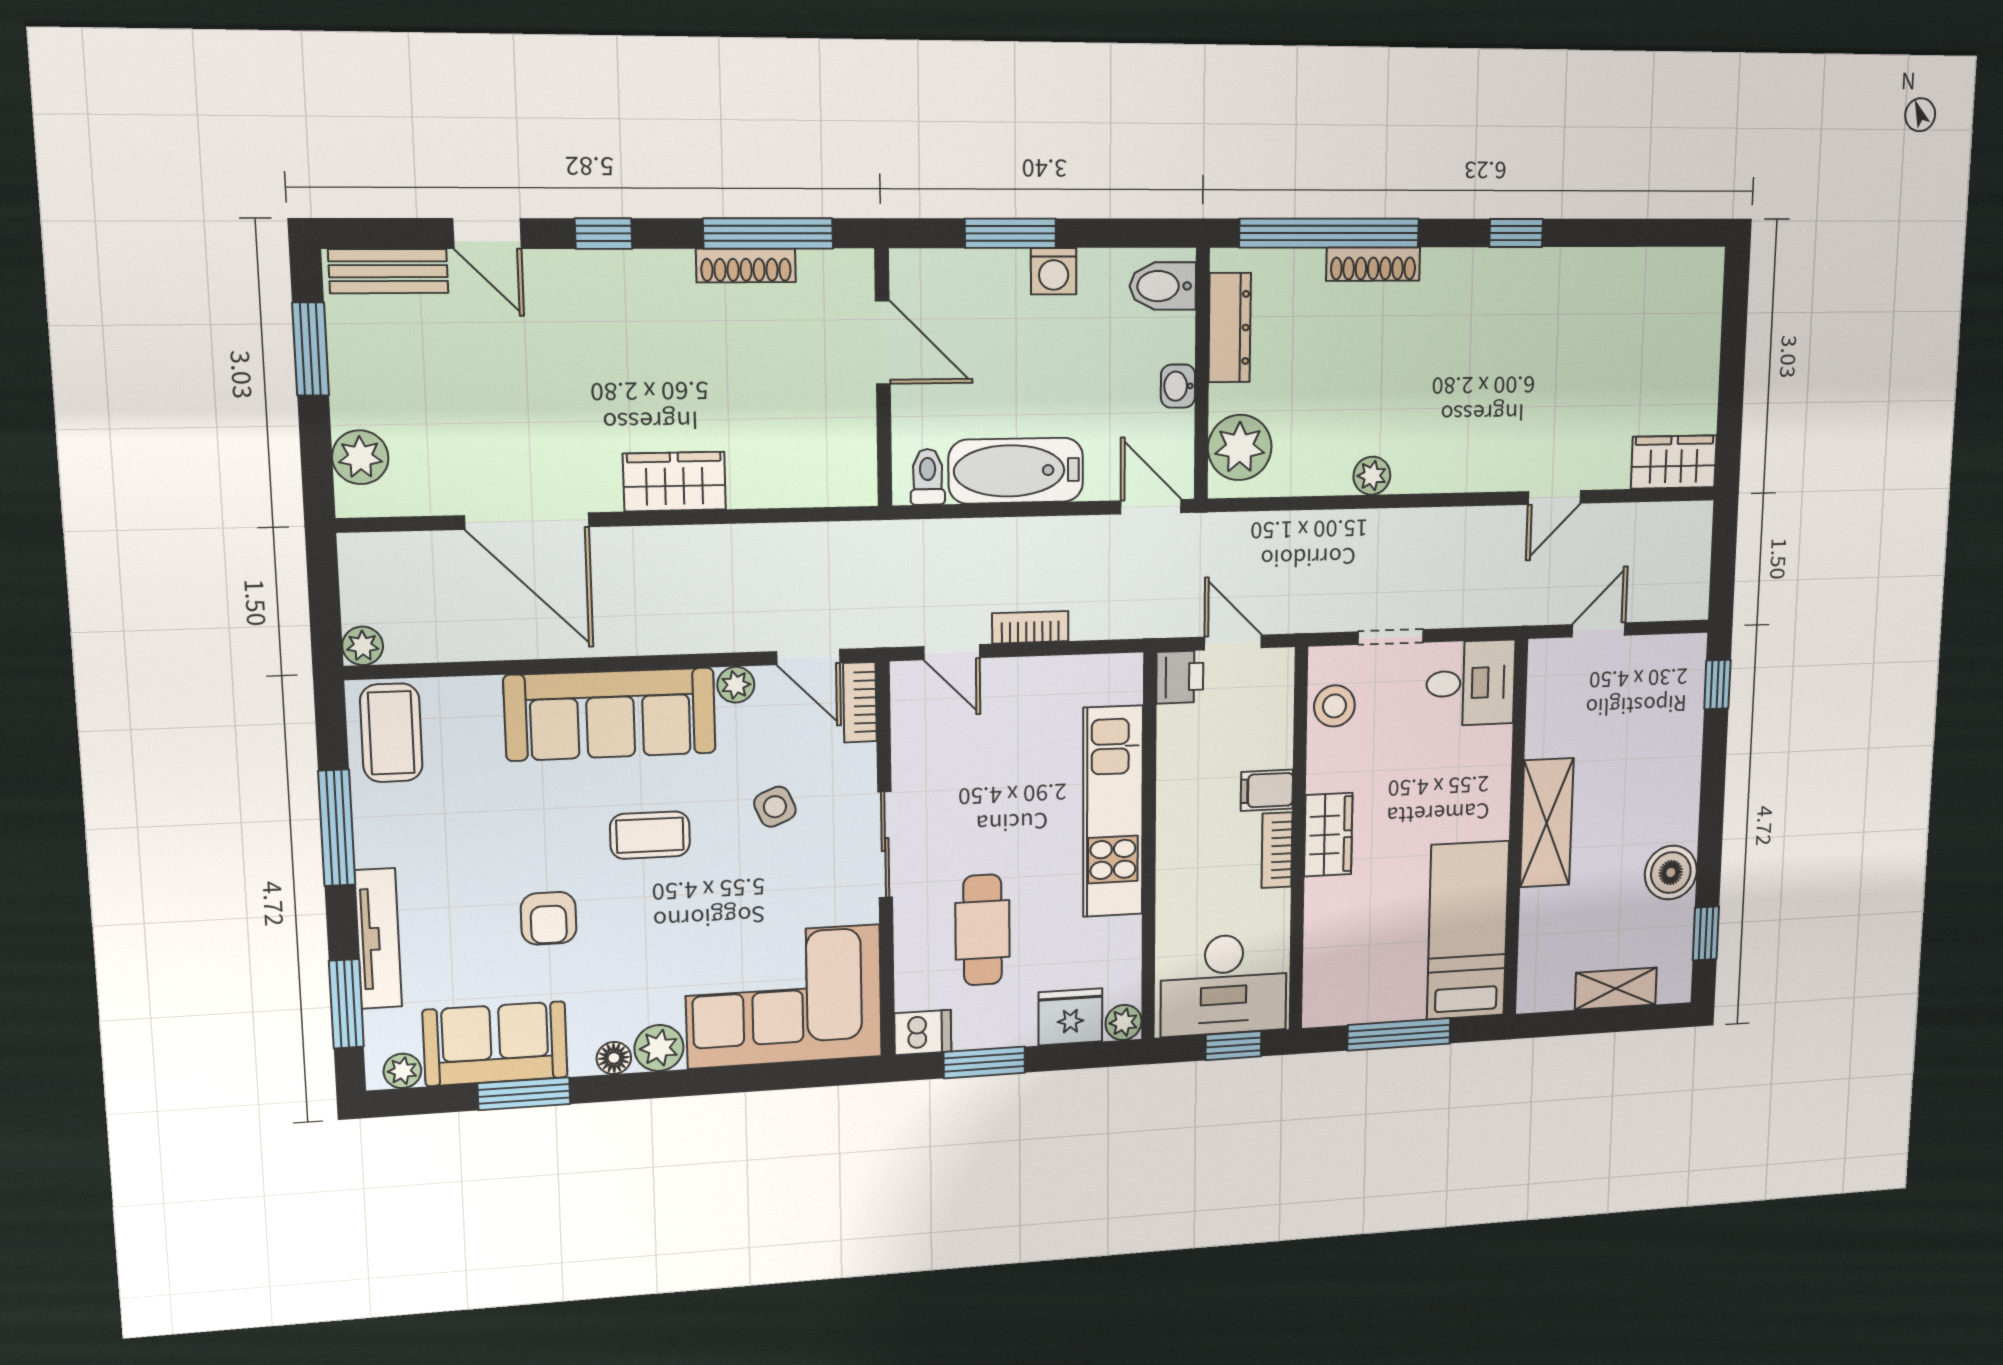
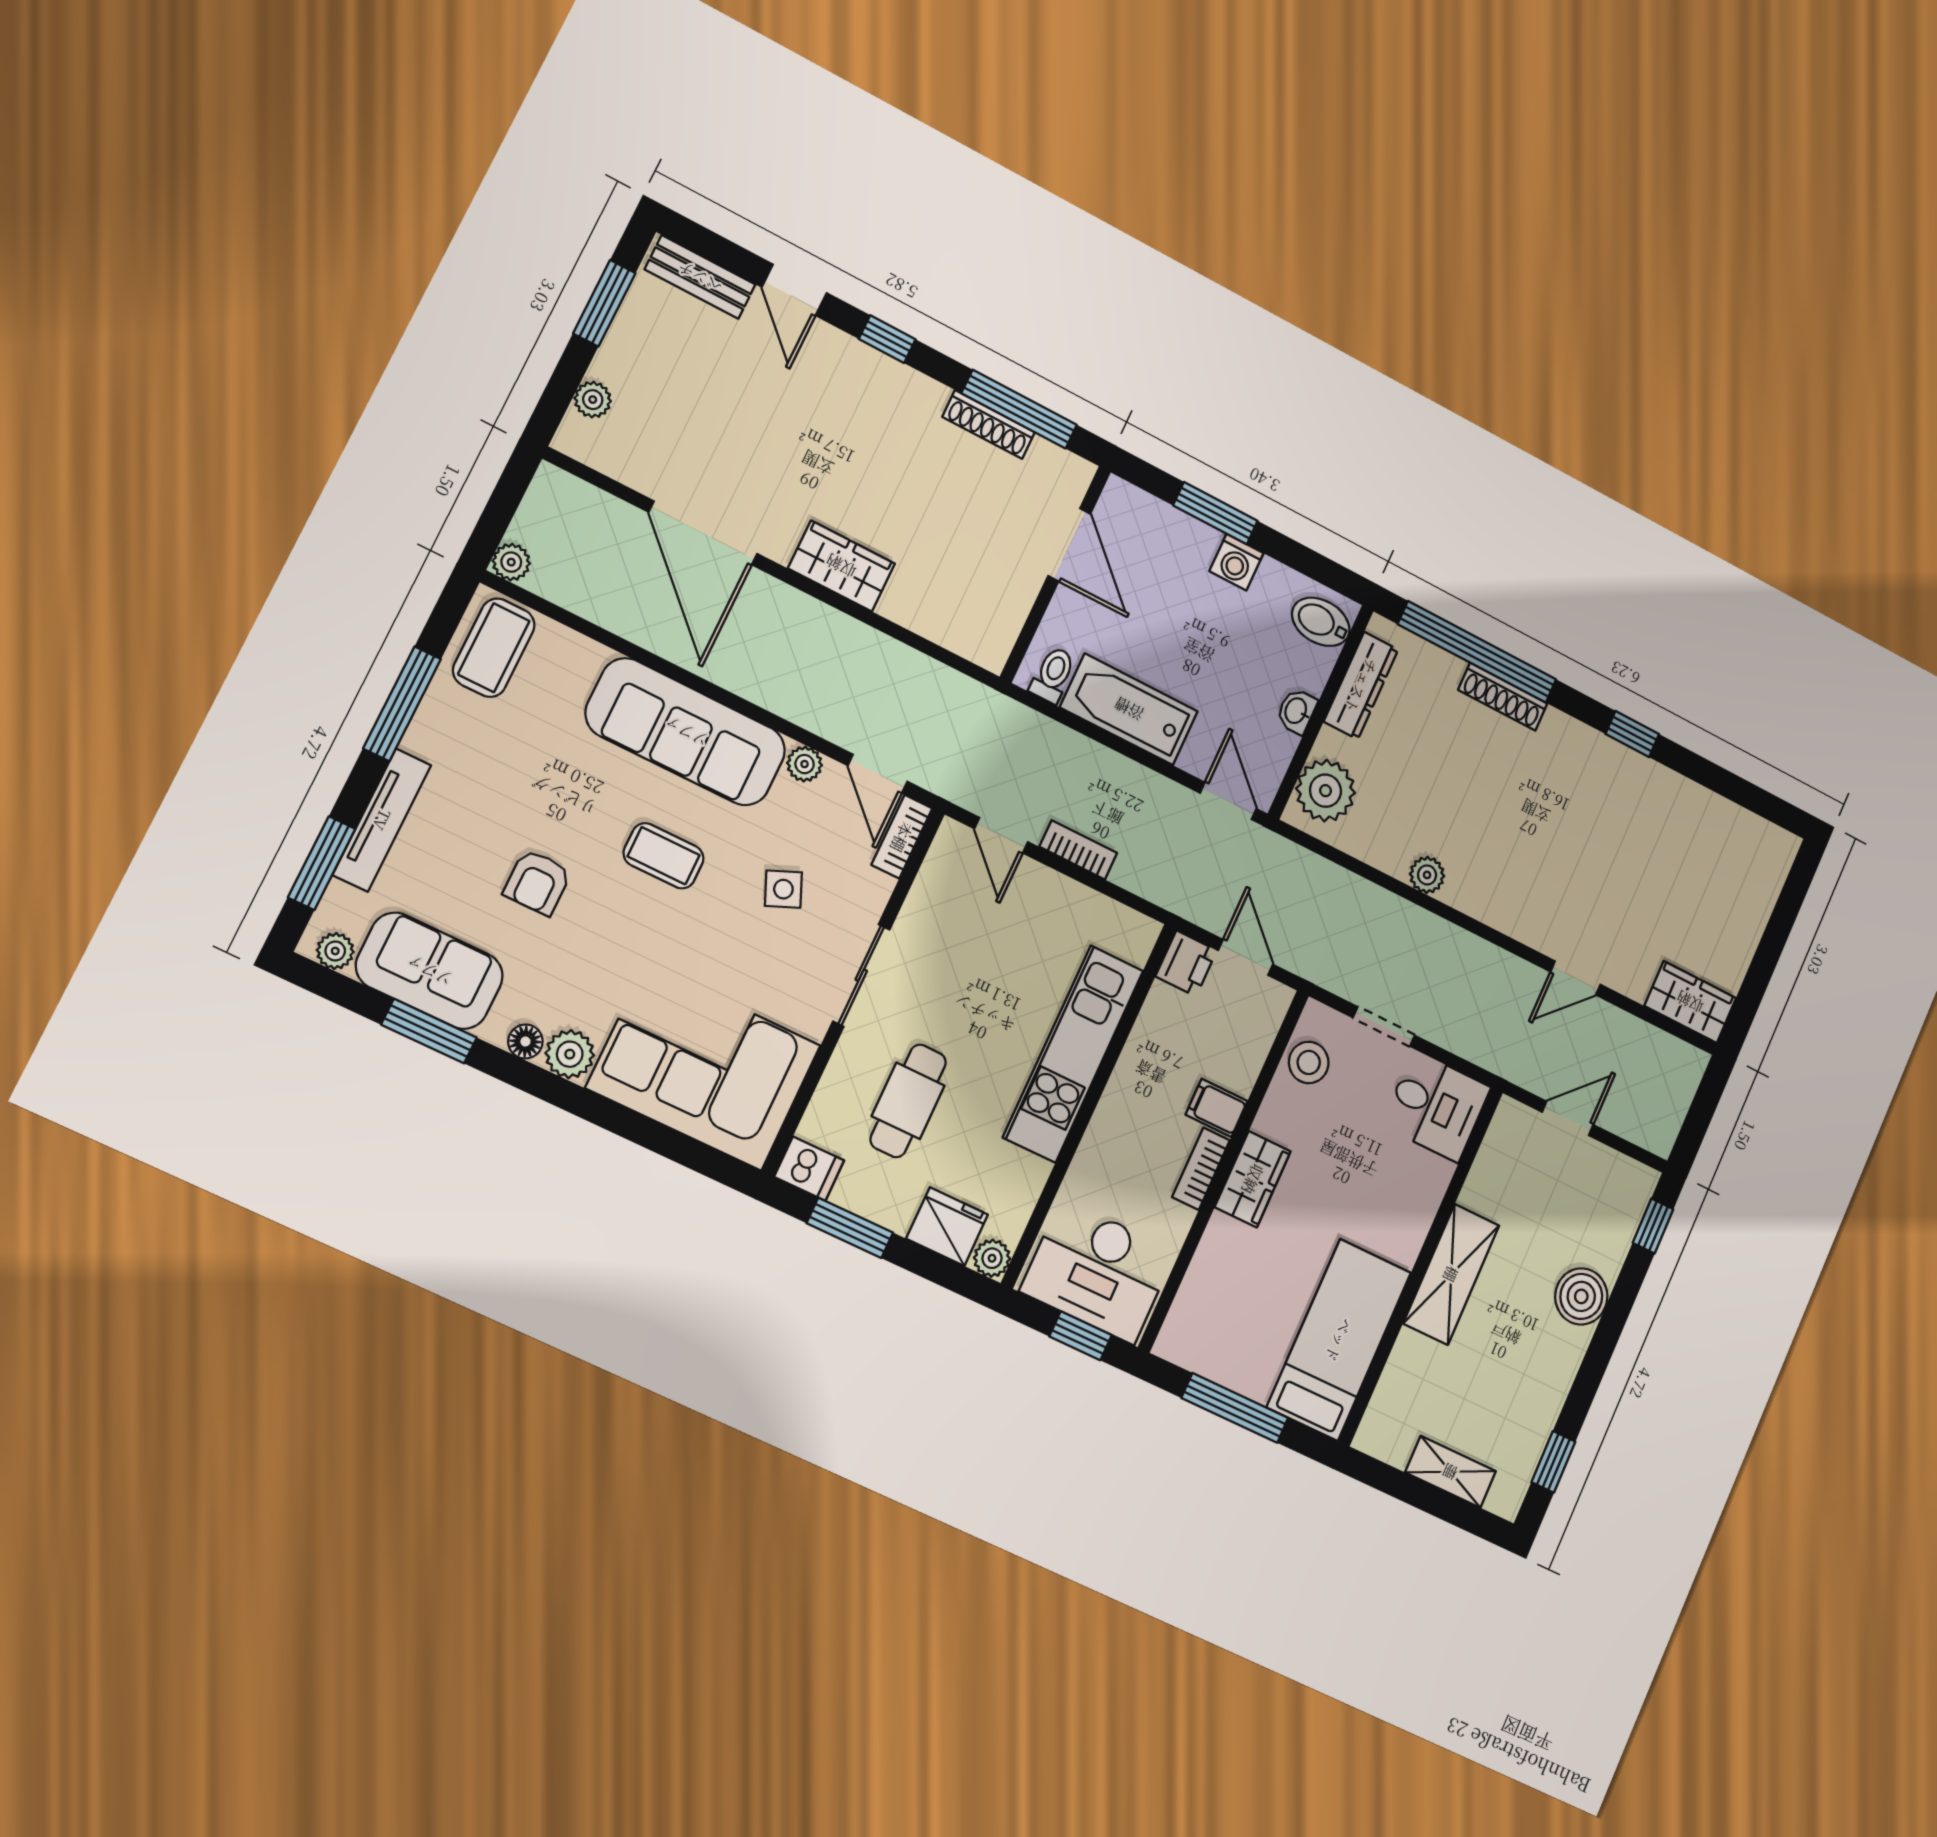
plant: (360, 457) -> (593, 400), width x0.73, depth x0.73
boiler: (1671, 873) -> (1581, 1296), moved

